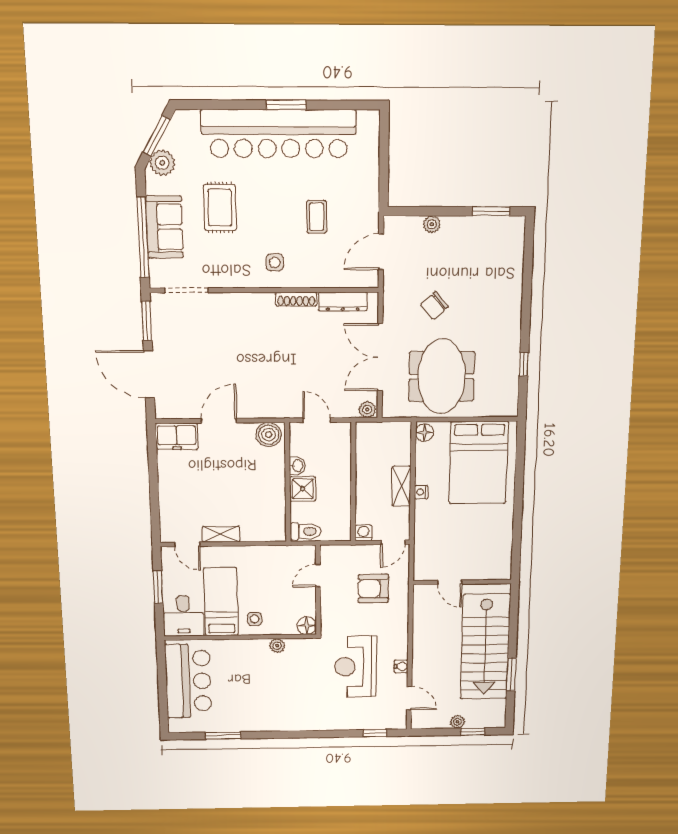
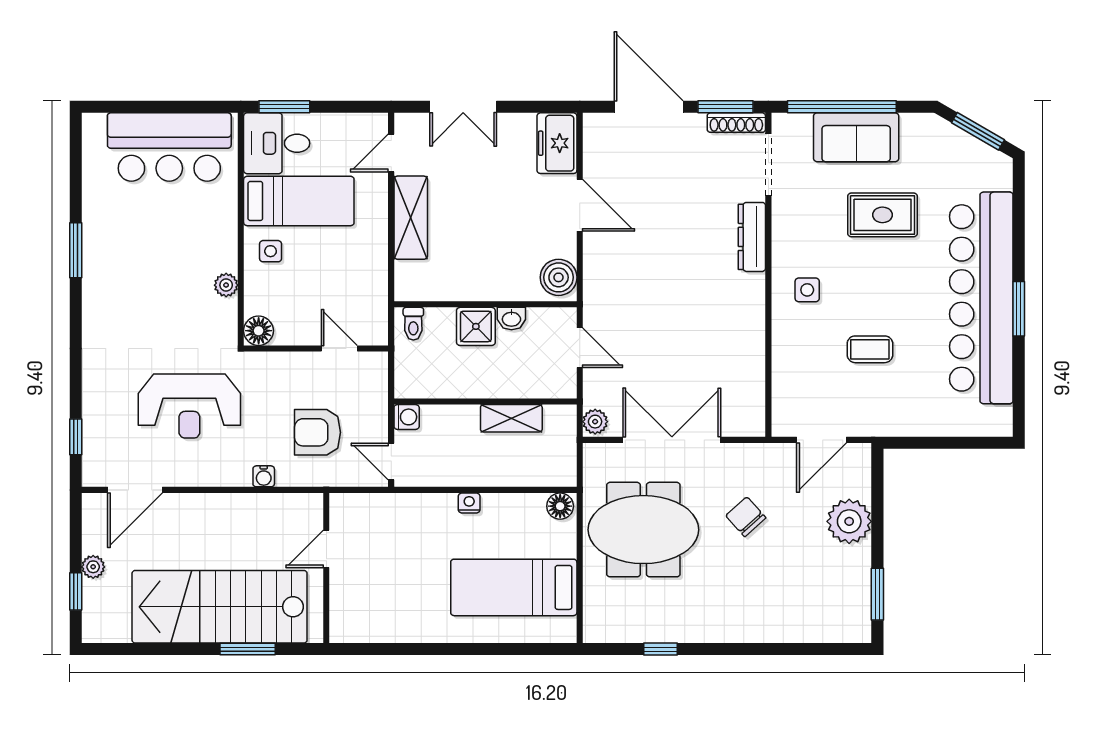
plant: (162, 163) -> (942, 137), removed
plant: (432, 224) -> (849, 521), width x1.87, depth x1.87
door: (381, 252) -> (822, 440), swing flipped
shoe rack: (296, 299) -> (736, 123), moved, turned -90
dresser: (343, 302) -> (752, 237), moved
door: (149, 374) -> (649, 107), hinge flipped
door: (317, 420) -> (580, 348), hinge flipped
bed: (479, 463) -> (514, 587), width x0.67
shelving: (401, 486) -> (511, 418), moved
double door: (154, 498) -> (463, 107), added
toilet: (305, 531) -> (413, 324), width x0.73, depth x0.72
shelving: (221, 534) -> (411, 218), width x1.50, depth x1.33
window: (158, 587) -> (284, 107), moved
armchair: (373, 589) -> (318, 432), turned -90
water cooler: (401, 666) -> (264, 476), moved
reception desk: (356, 667) -> (189, 406), turned 180
window: (511, 674) -> (248, 649), moved
door: (409, 698) -> (135, 490), width x1.38
window: (223, 735) -> (76, 250), moved

